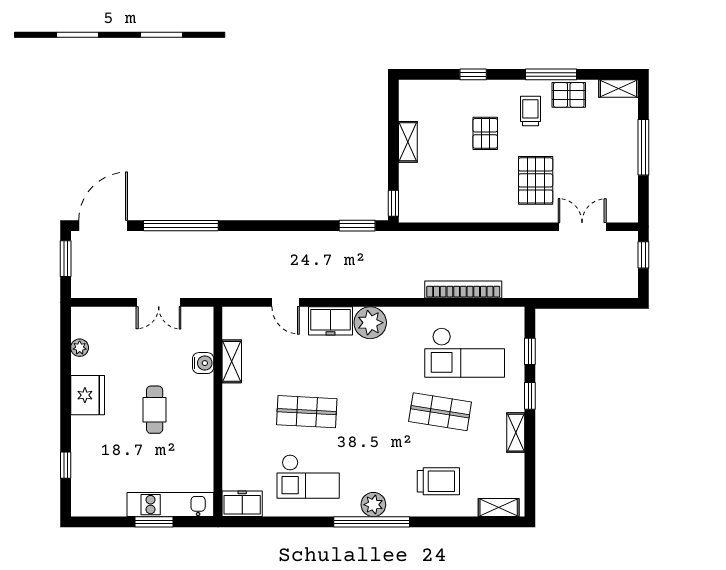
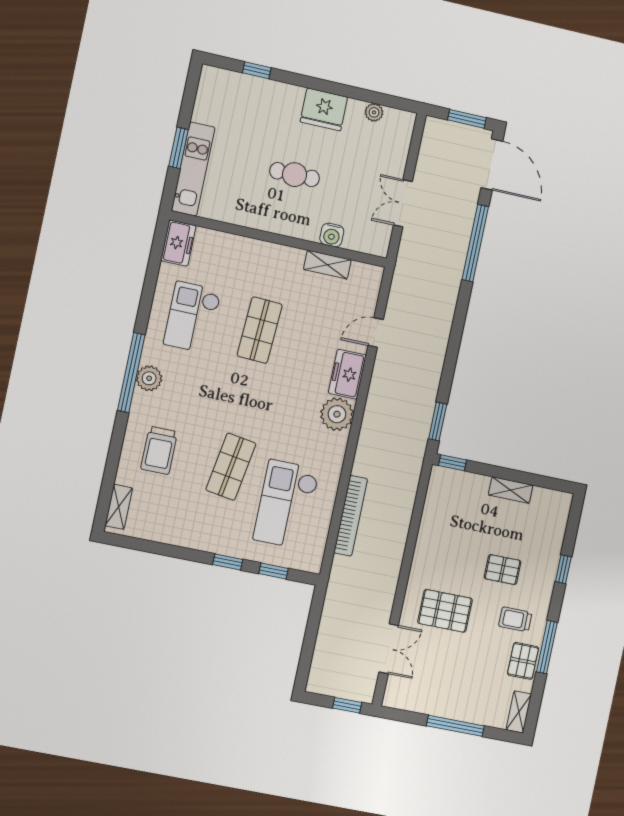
trolley: (530, 111) -> (515, 619), turned 180
shelving: (516, 433) -> (193, 540), removed

